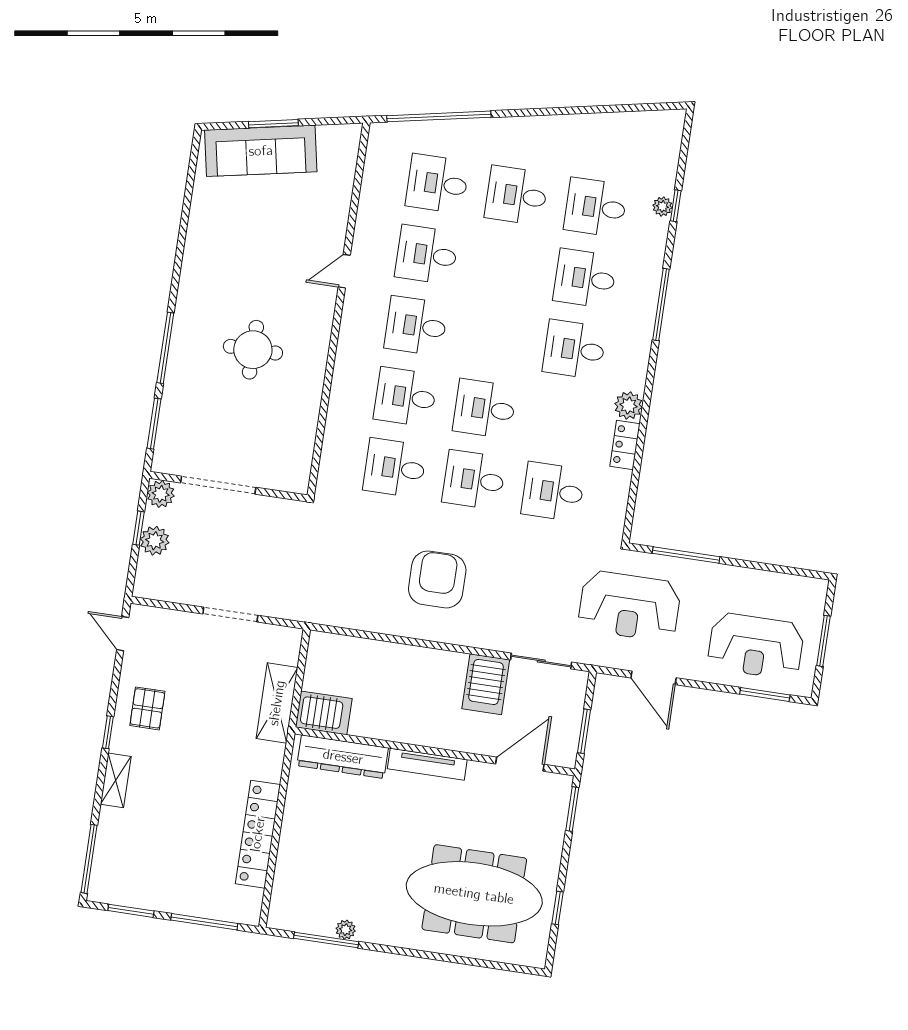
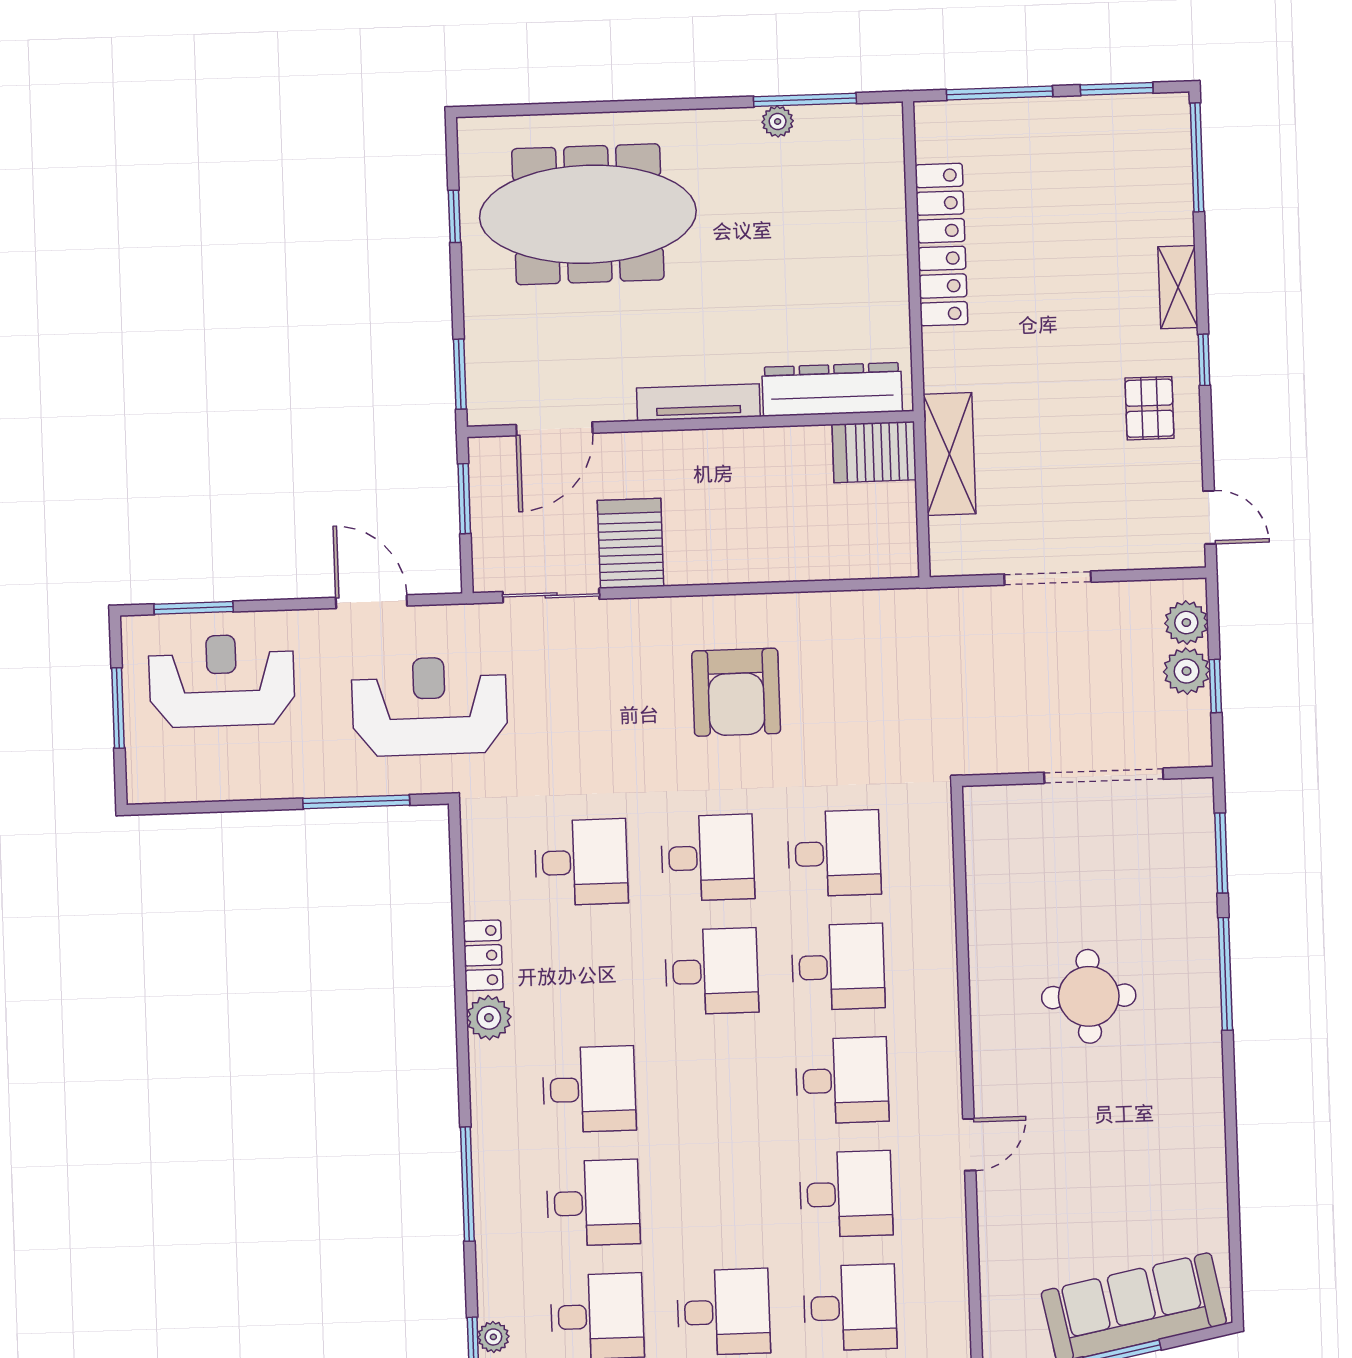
plant: (161, 494) -> (1186, 623), moved

